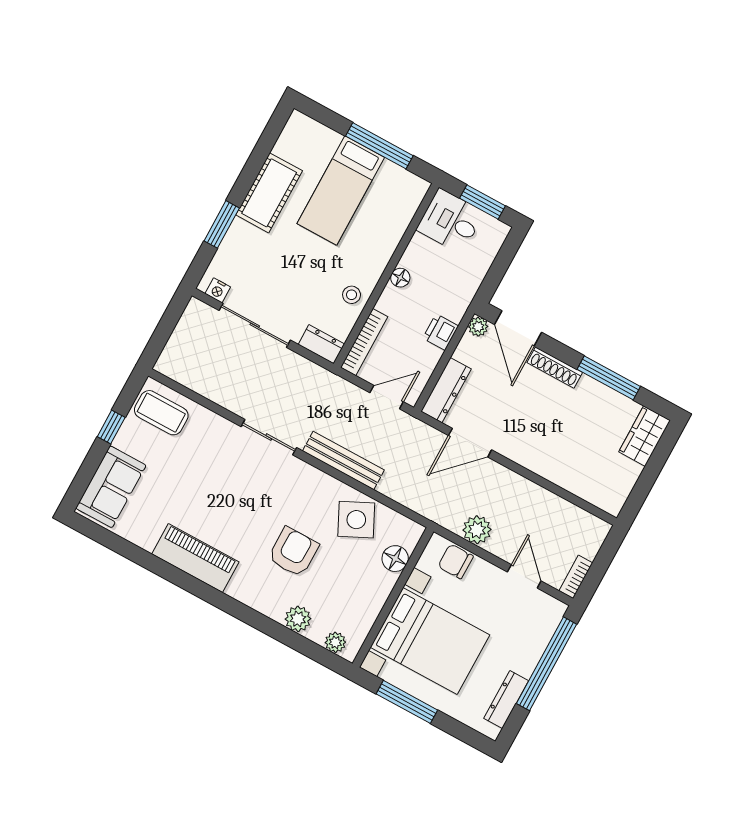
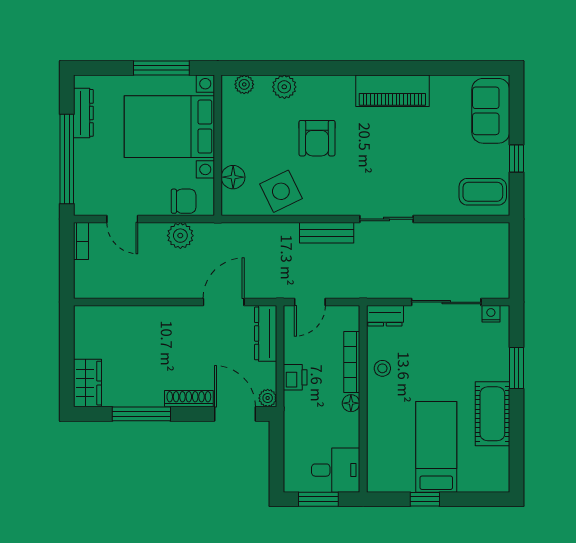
window: (379, 146) -> (425, 499), width x0.46
bookcase: (364, 342) -> (352, 362), moved
bench: (343, 461) -> (327, 233), width x0.73

